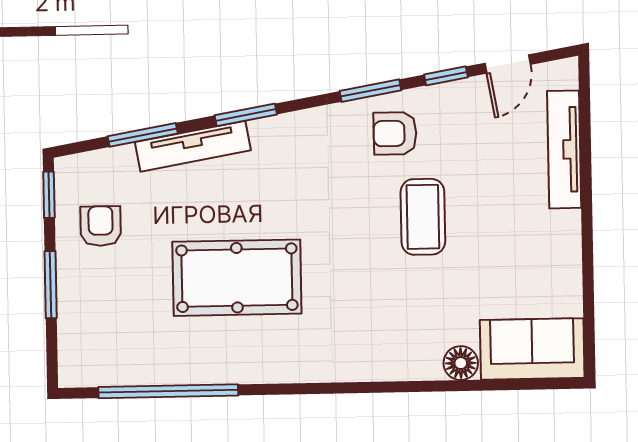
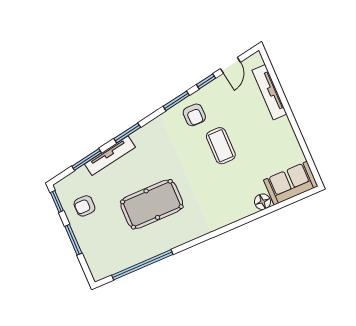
armchair: (395, 133) -> (194, 115), turned -90
armchair: (101, 226) -> (84, 206), turned -90

